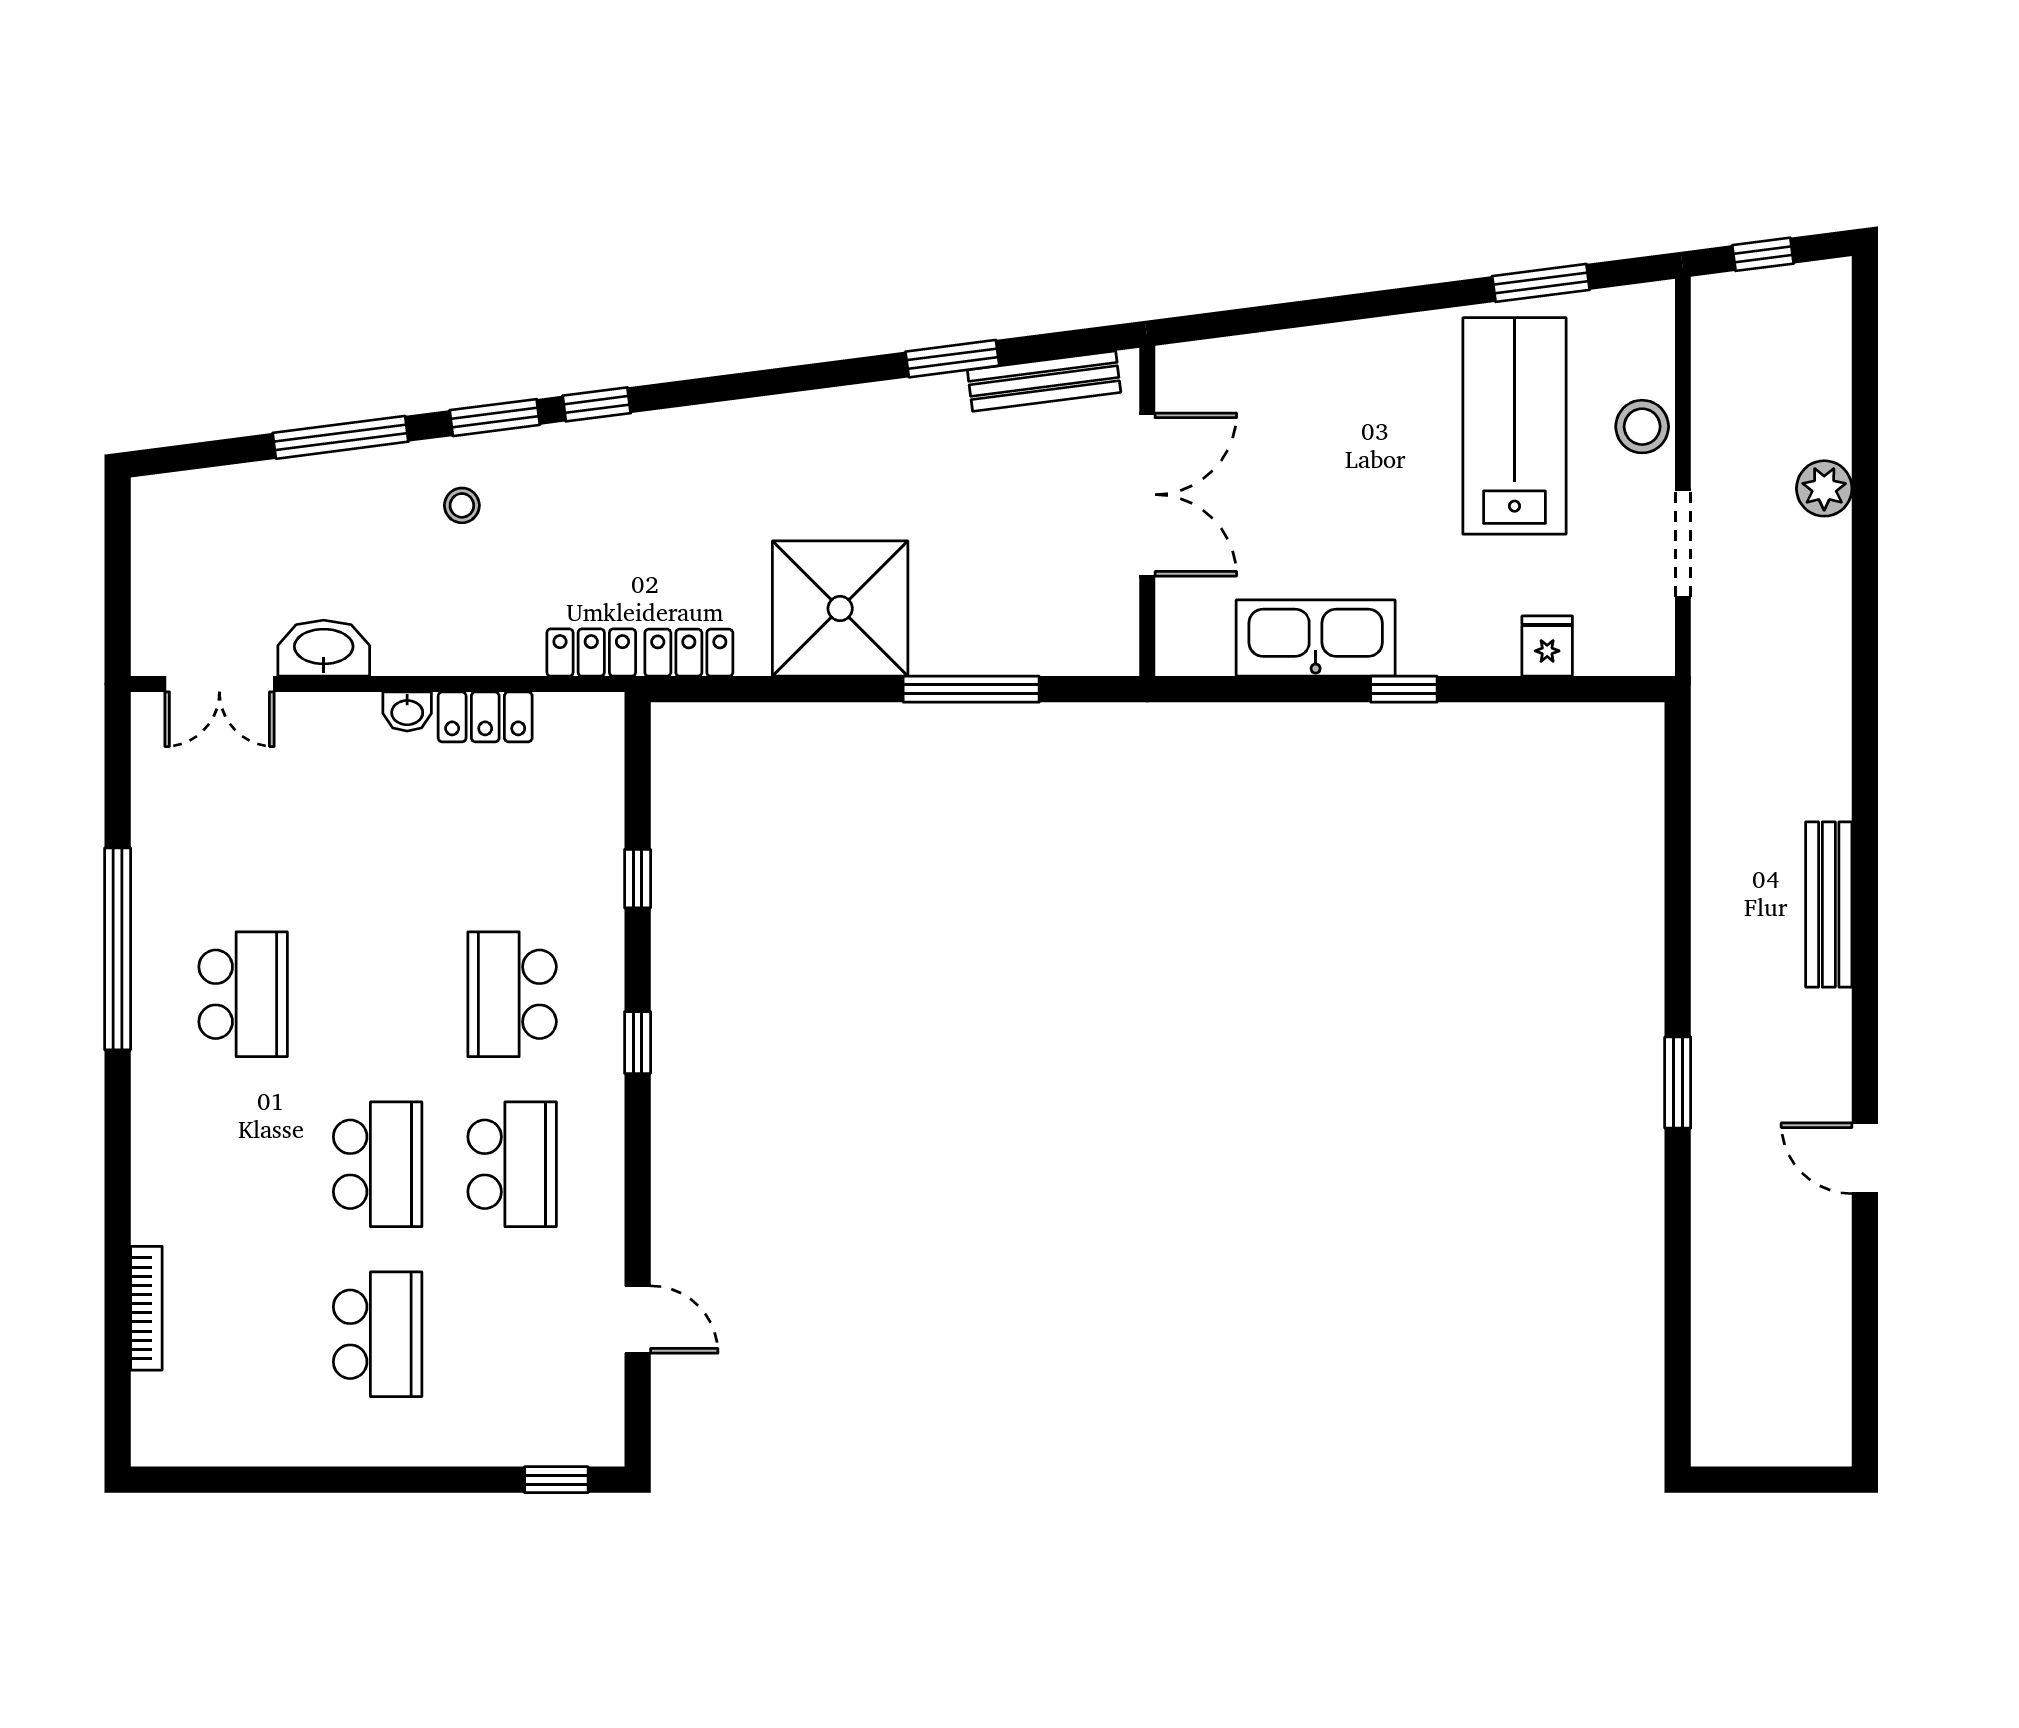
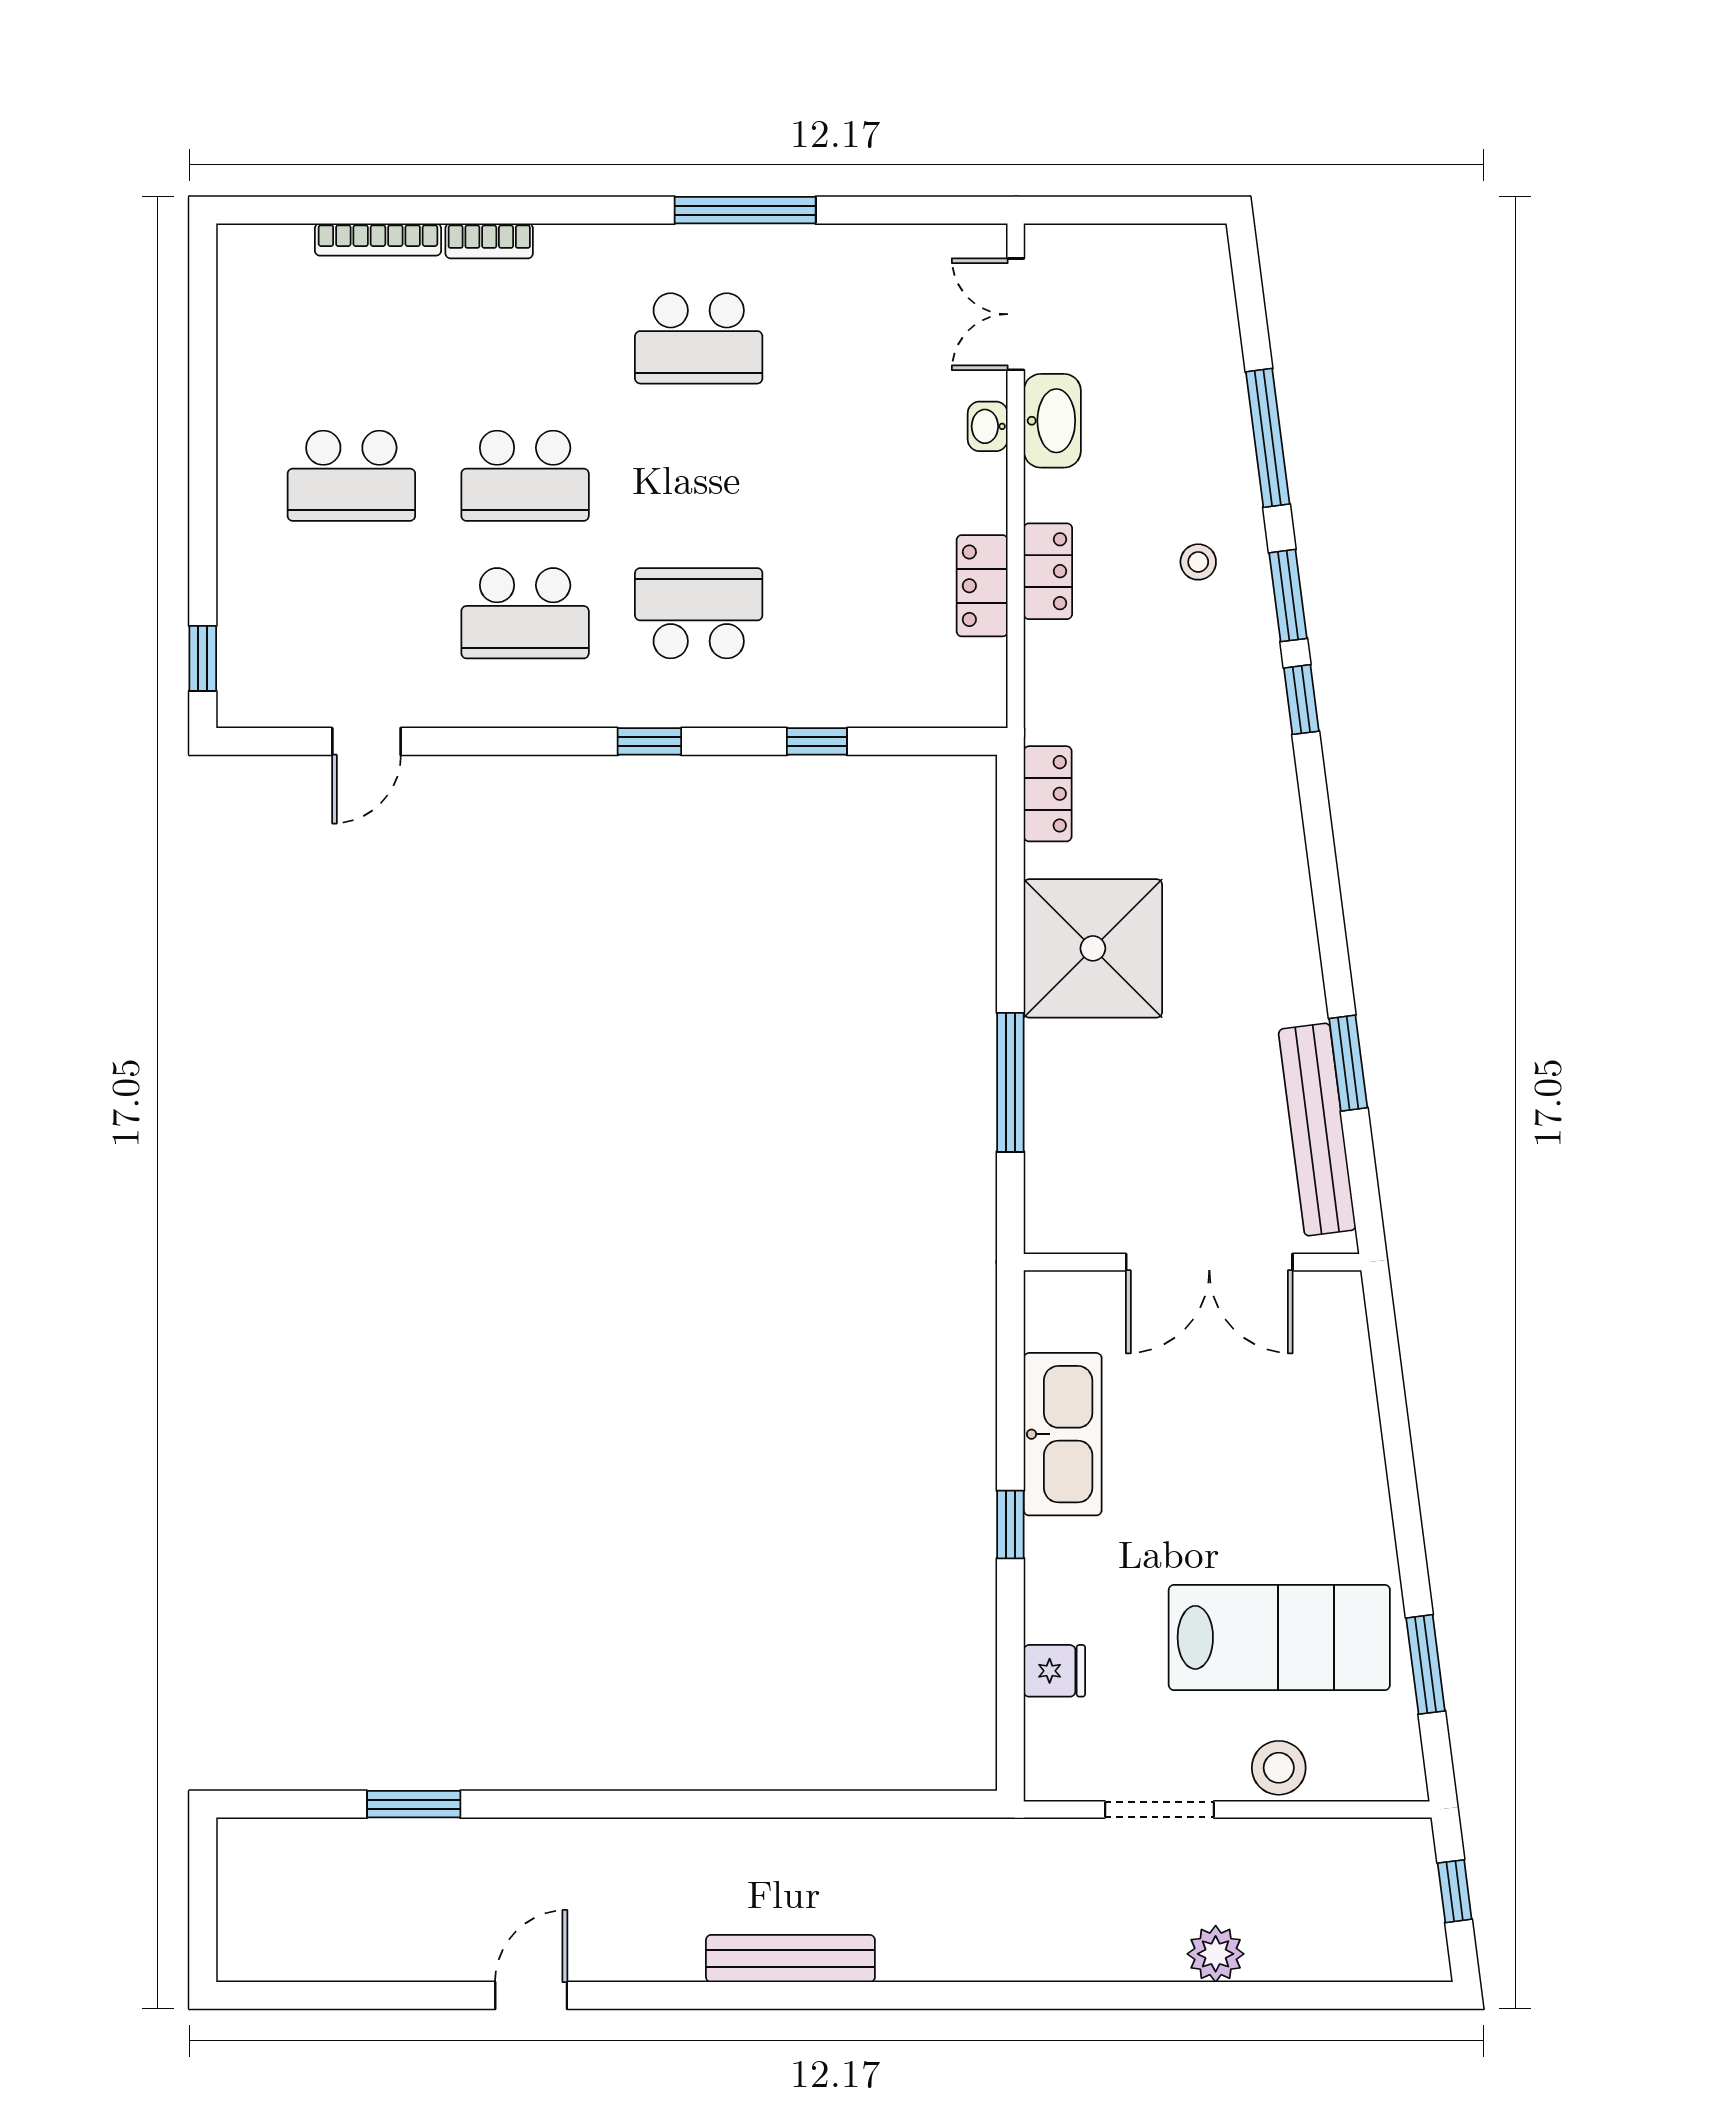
bench: (1044, 381) -> (1317, 1130), width x1.37, depth x1.21
locker: (591, 653) -> (1048, 571), moved
washbasin: (407, 711) -> (988, 426), moved
window: (118, 949) -> (745, 210), width x0.68
window: (1678, 1083) -> (414, 1804), moved
bookcase: (148, 1199) -> (489, 241), added

